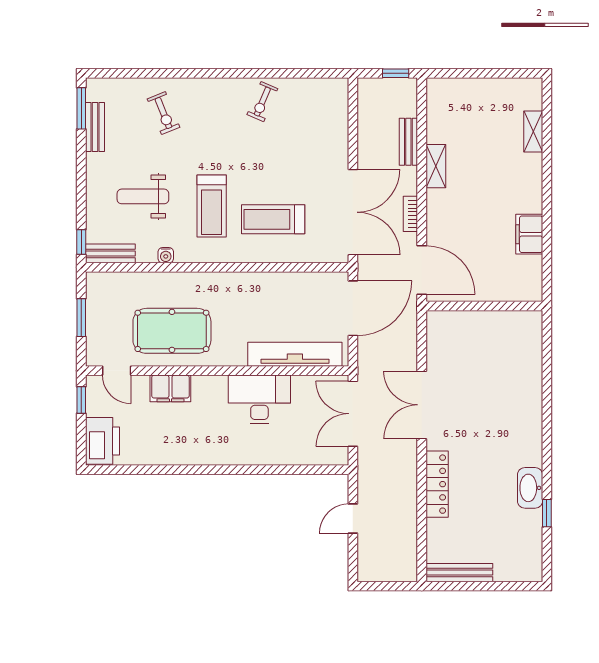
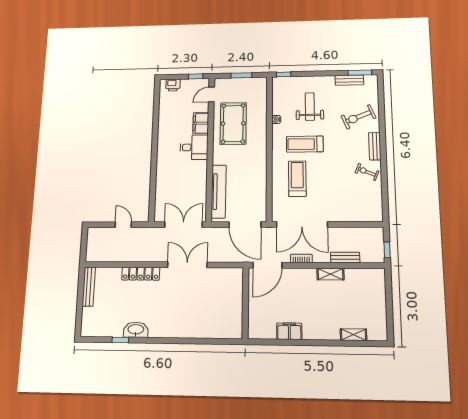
exercise bike: (163, 113) -> (358, 117), width x1.38, depth x1.39
bench: (110, 253) -> (375, 146), moved
desk: (259, 399) -> (194, 147), moved, width x0.73
printer: (102, 441) -> (173, 85), width x0.53, depth x0.68

